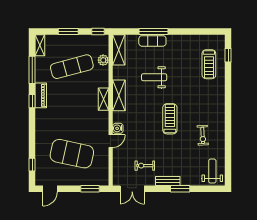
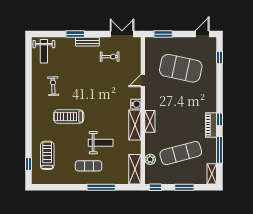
exercise mat: (152, 41) -> (89, 166), moved
treadmill: (170, 119) -> (69, 117), moved, turned 90
water cooler: (118, 128) -> (136, 104), moved

